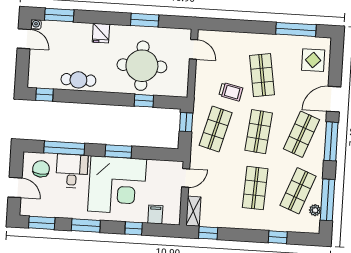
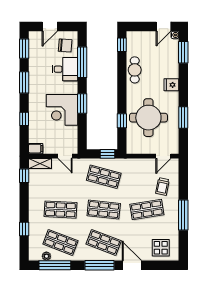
window: (296, 29) -> (183, 215), moved
trolley: (231, 92) -> (162, 186), moved
corner desk: (117, 185) -> (62, 110), width x0.74, depth x0.74
filing cabinet: (155, 215) -> (36, 149), moved

